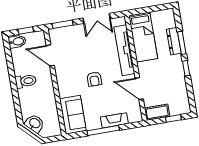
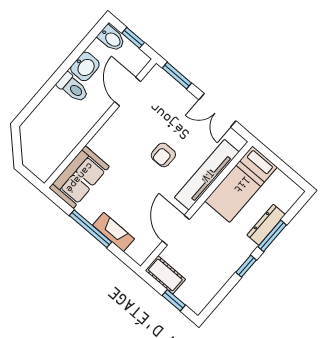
armchair: (94, 79) -> (163, 155), moved
washbasin: (35, 123) -> (85, 66), moved, turned 45

